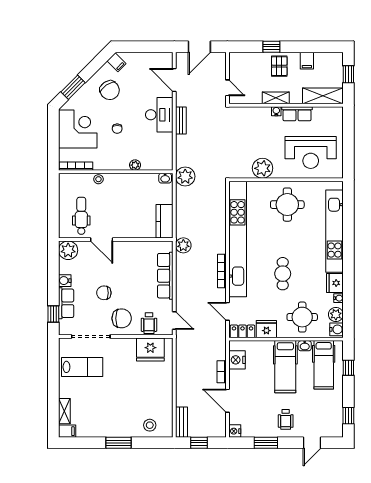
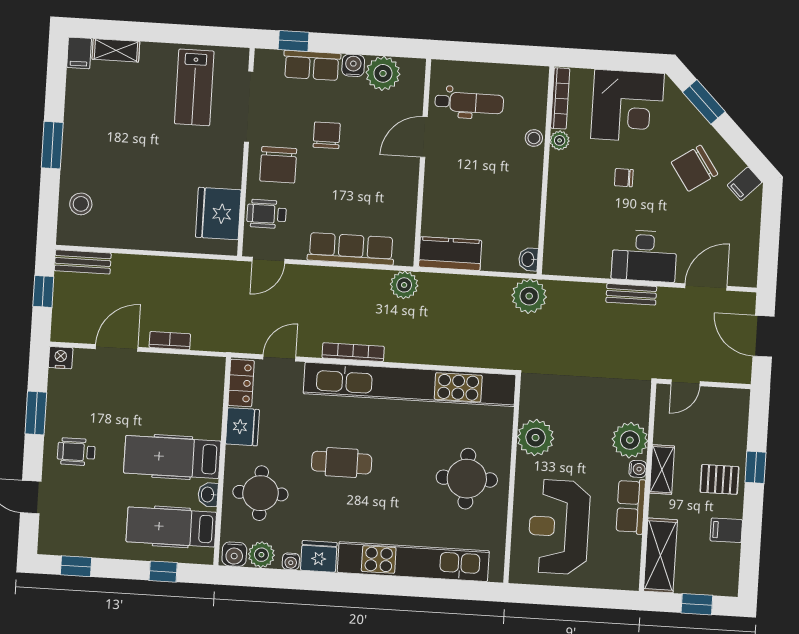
plant: (261, 116) -> (630, 440), added
plant: (135, 165) -> (560, 140), moved
plant: (68, 250) -> (383, 73), moved
nightstand: (237, 360) -> (190, 370), removed

